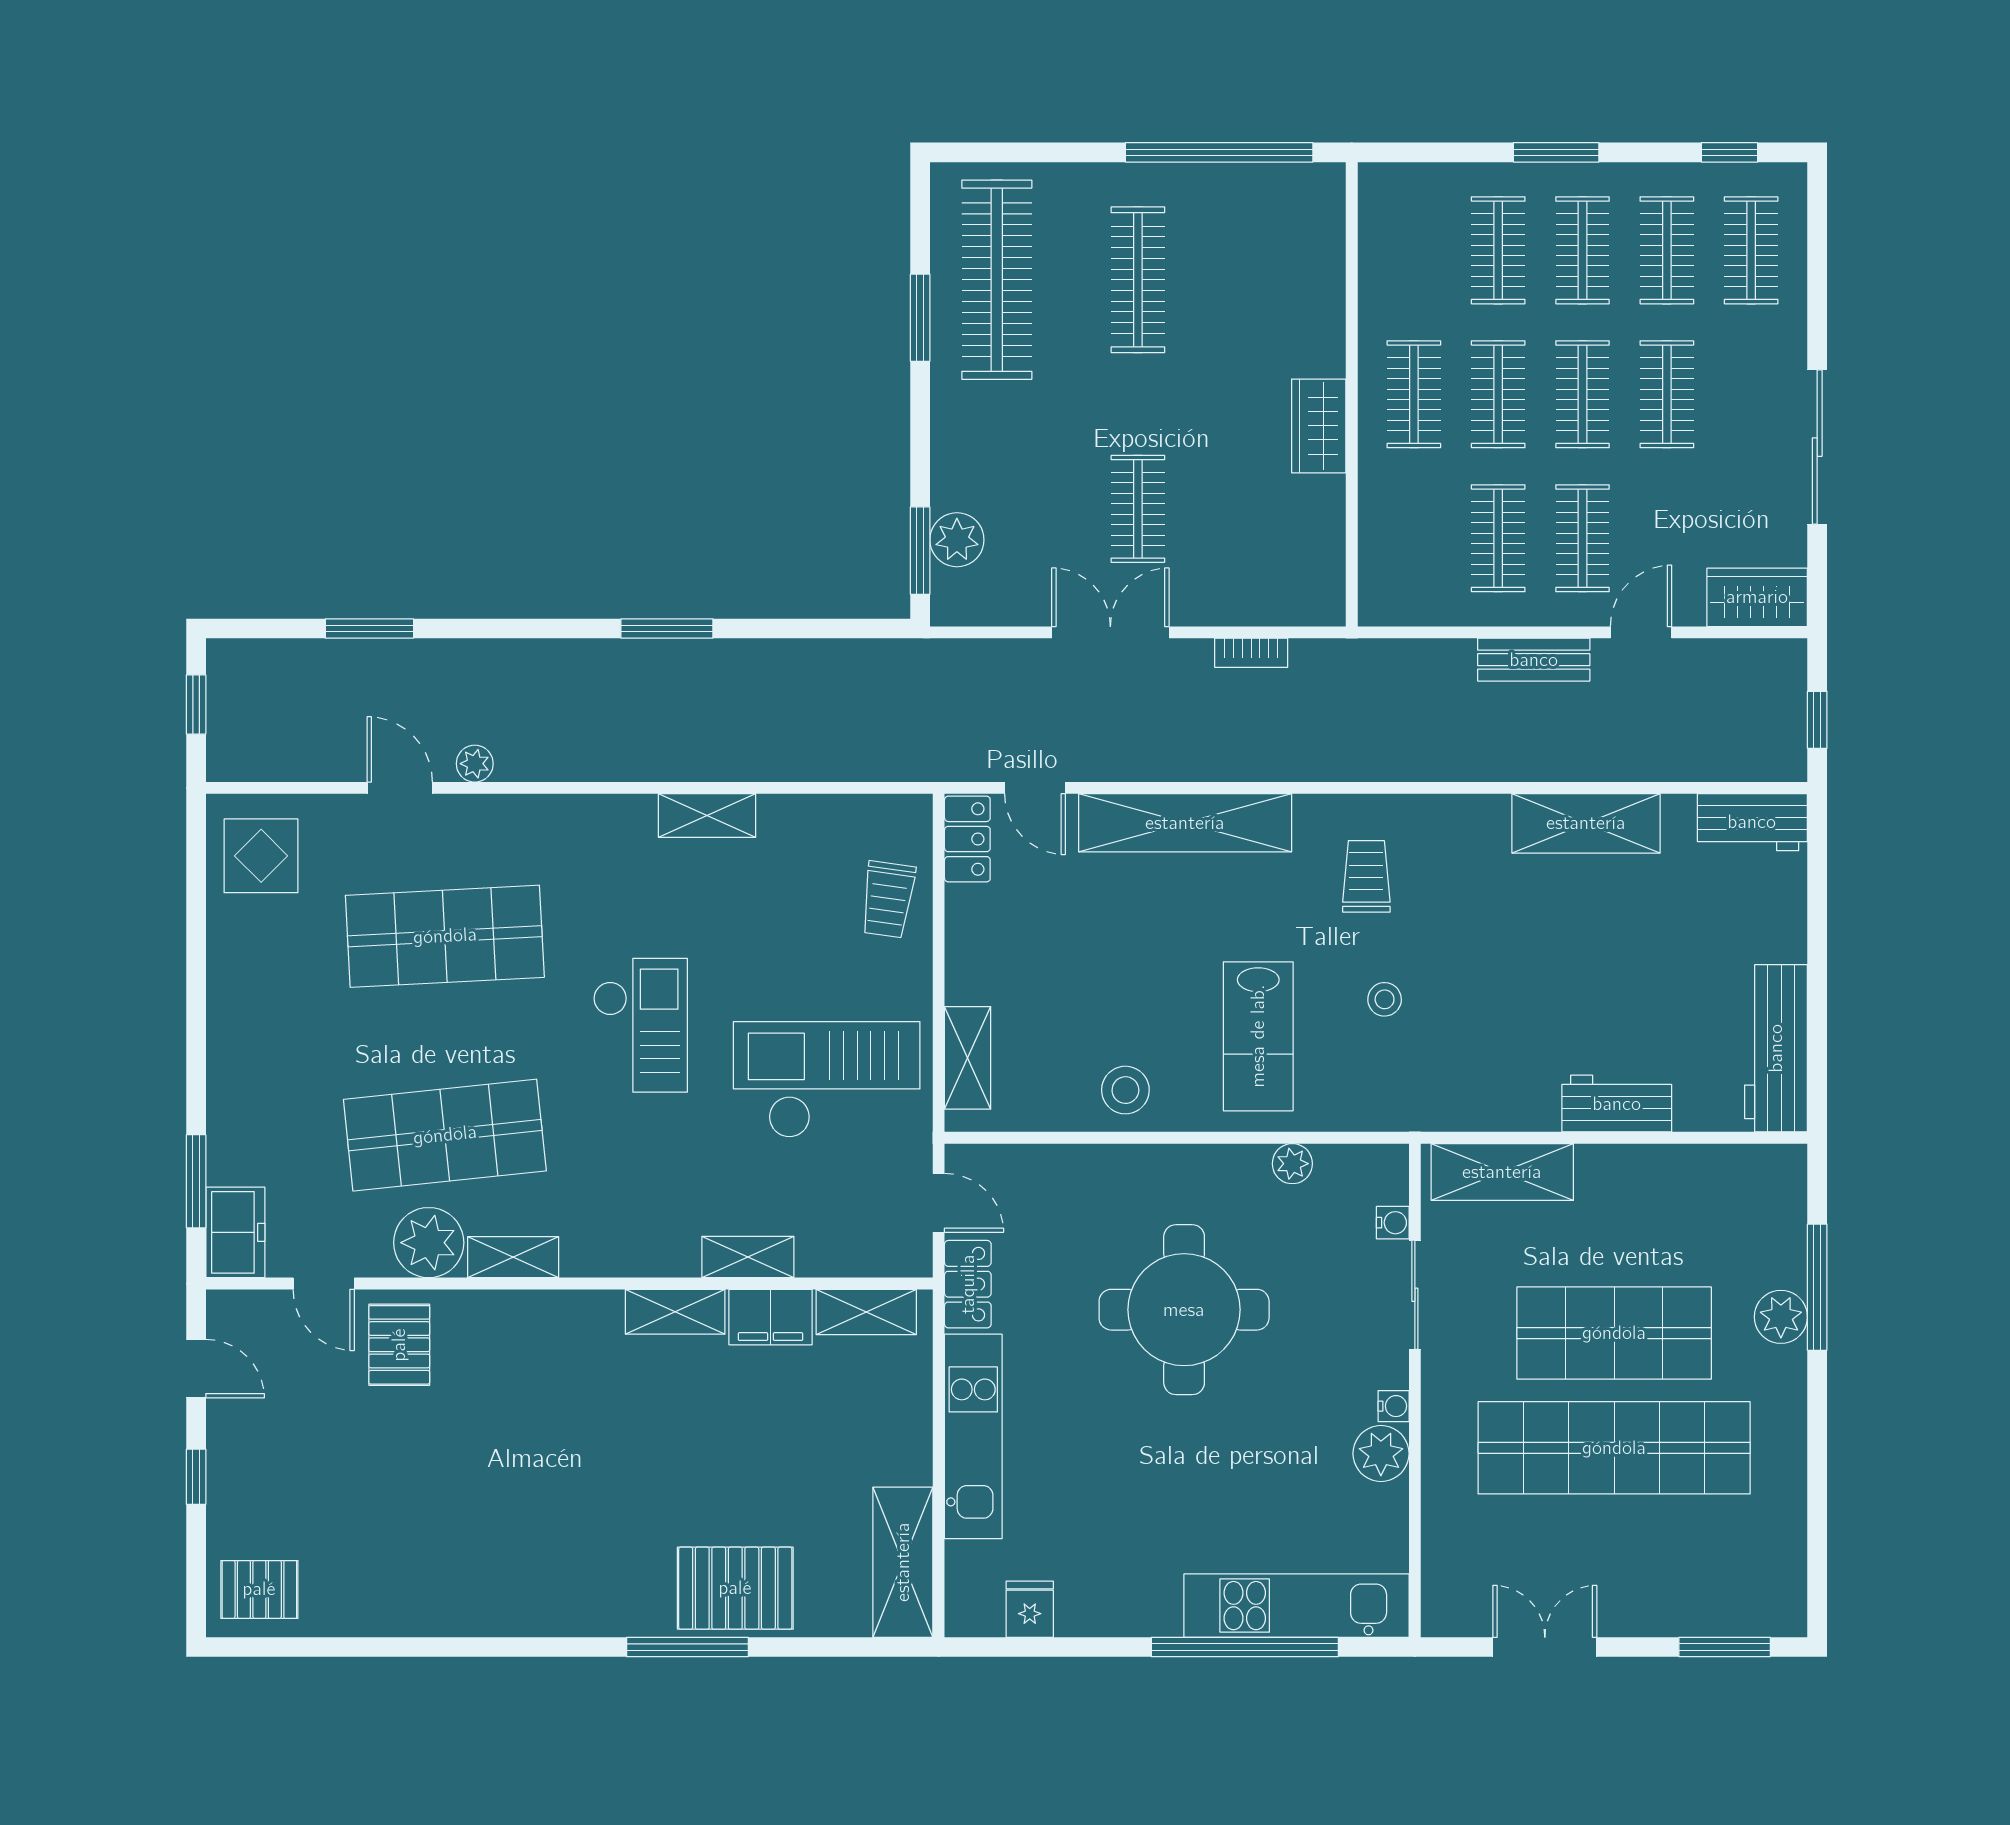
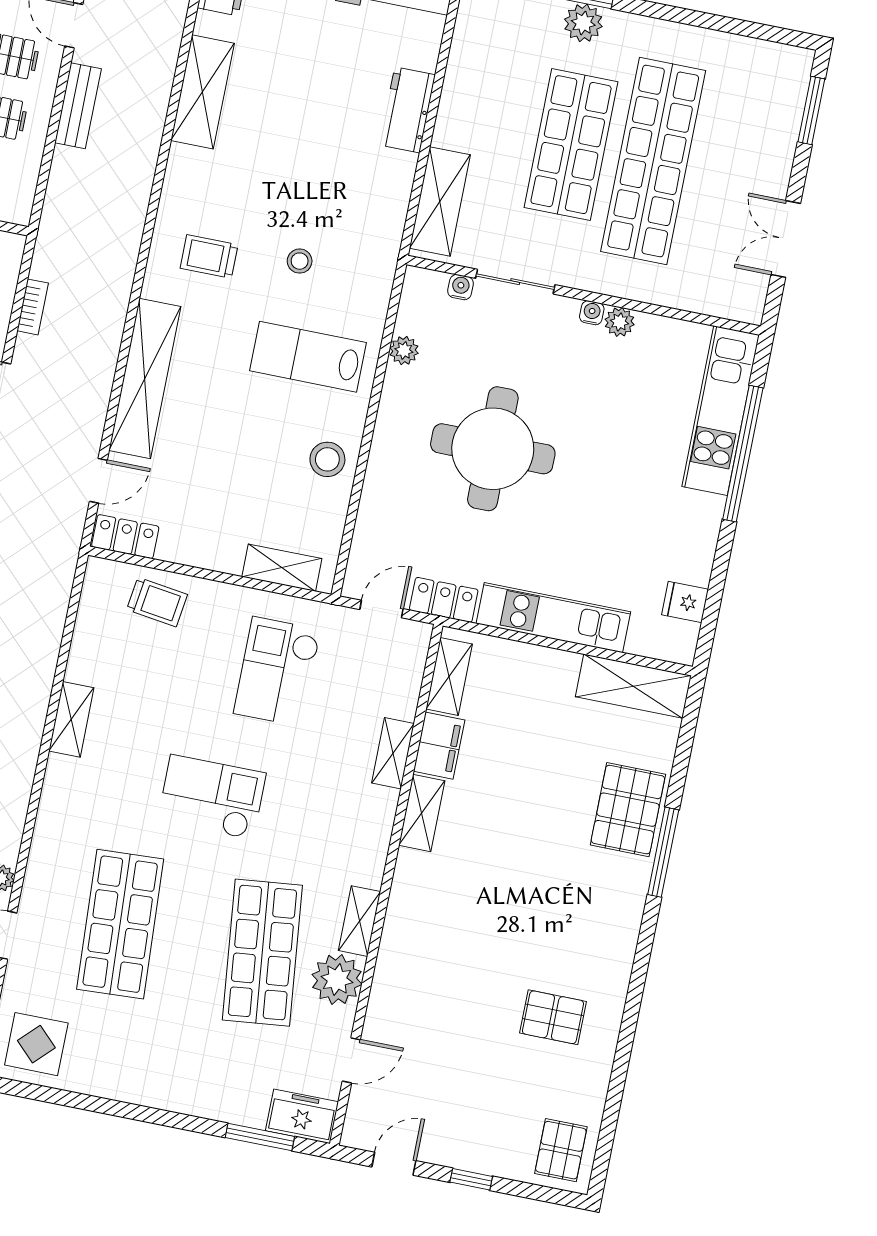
lab bench: (1258, 1036) -> (308, 357), turned 180
checkout: (827, 1080) -> (277, 672), width x0.73, depth x0.83
pallet: (399, 1345) -> (553, 1017), moved
plant: (1381, 1454) -> (620, 322), width x0.73, depth x0.73

